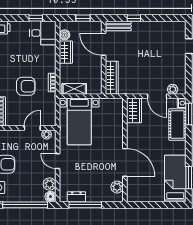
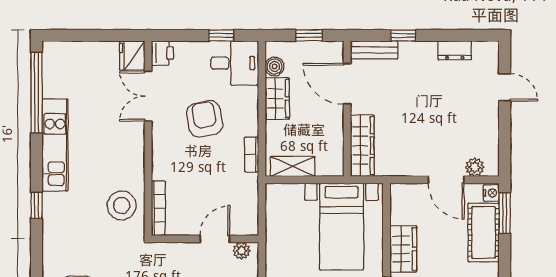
dresser: (162, 26) -> (455, 50), added
armchair: (26, 86) -> (205, 119), moved, turned -101
wardrobe: (134, 110) -> (403, 249), moved
bed with nightstands: (79, 121) -> (341, 226), moved

